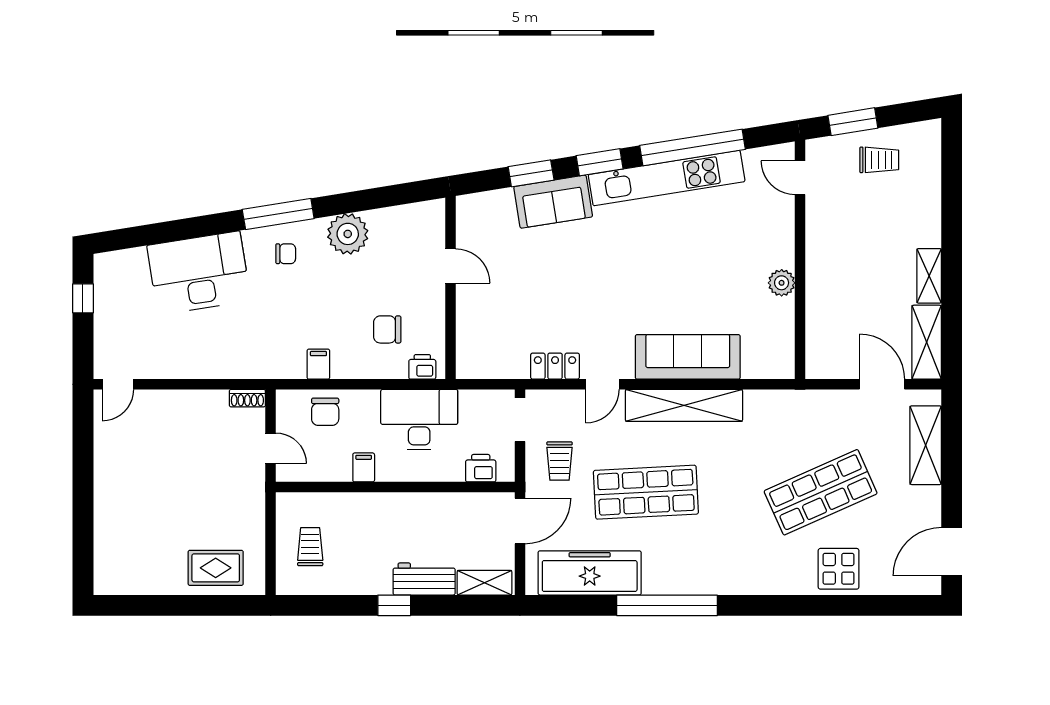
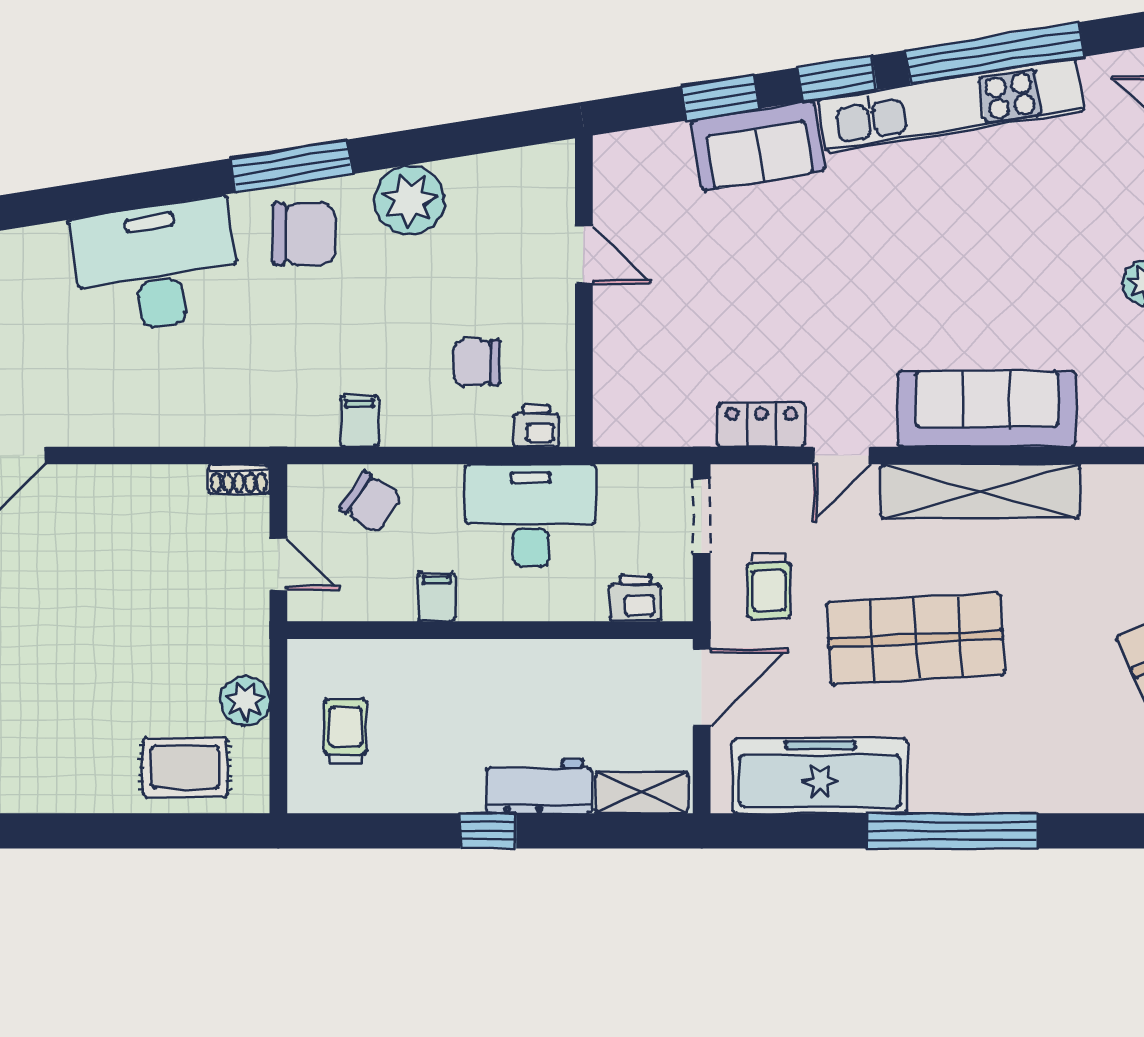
chair: (286, 254) -> (304, 234), width x1.87, depth x1.87
chair: (325, 412) -> (371, 502), turned -56
plant: (251, 529) -> (245, 701), added

